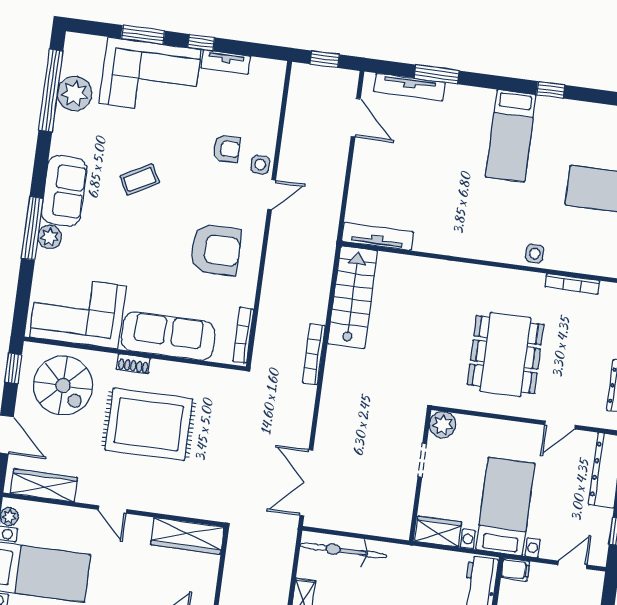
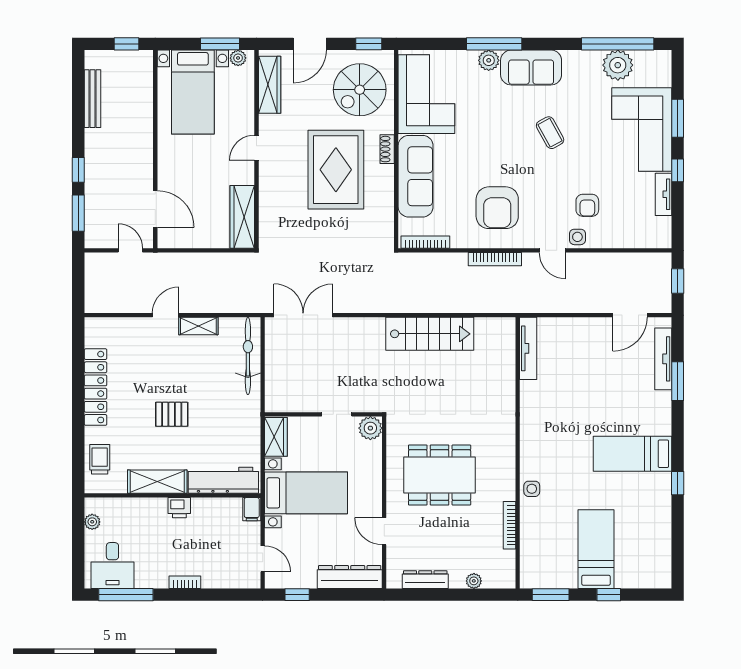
stairs: (353, 297) -> (430, 334), moved
bookcase: (314, 354) -> (495, 259), moved, turned 180

